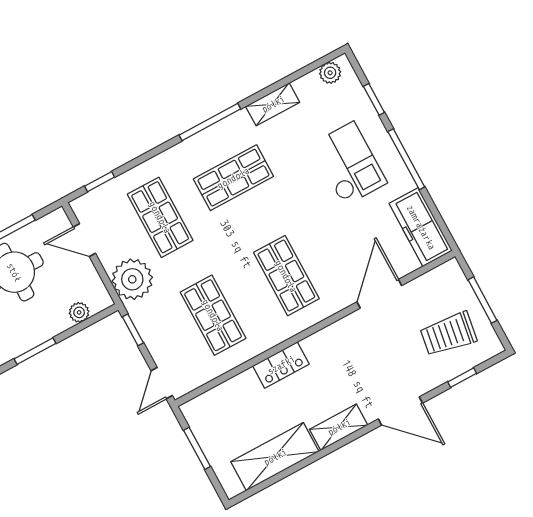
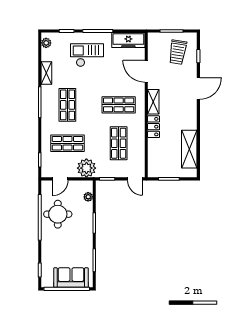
shop shelf: (213, 315) -> (119, 143), turned 90
shelving: (339, 427) -> (153, 102), moved

